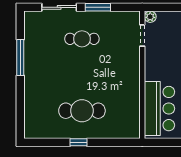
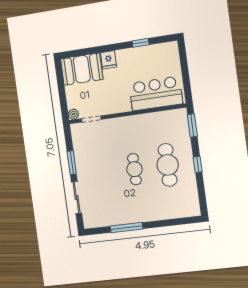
cafe table: (82, 39) -> (134, 169), moved
window: (120, 142) -> (192, 125), added

